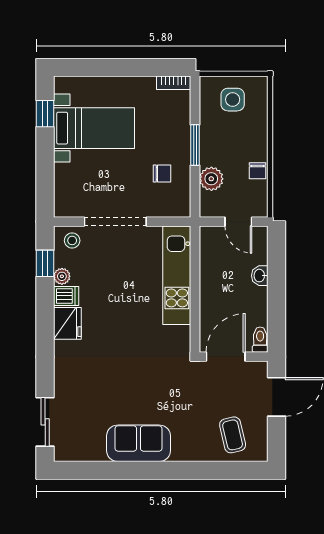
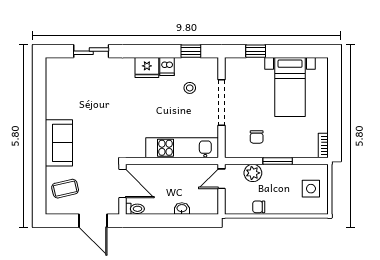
window: (45, 114) -> (256, 51), moved
door: (238, 222) -> (221, 179), moved
stool: (72, 240) -> (190, 88), moved
plant: (62, 276) -> (181, 63), removed
sliding door: (45, 422) -> (91, 51), moved
sofa: (139, 443) -> (59, 143), moved

